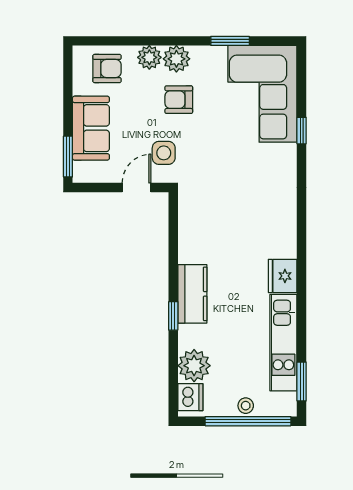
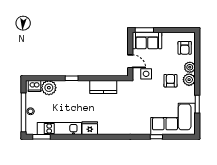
sofa: (91, 128) -> (147, 41), moved
kitchen counter: (192, 294) -> (103, 87), moved

